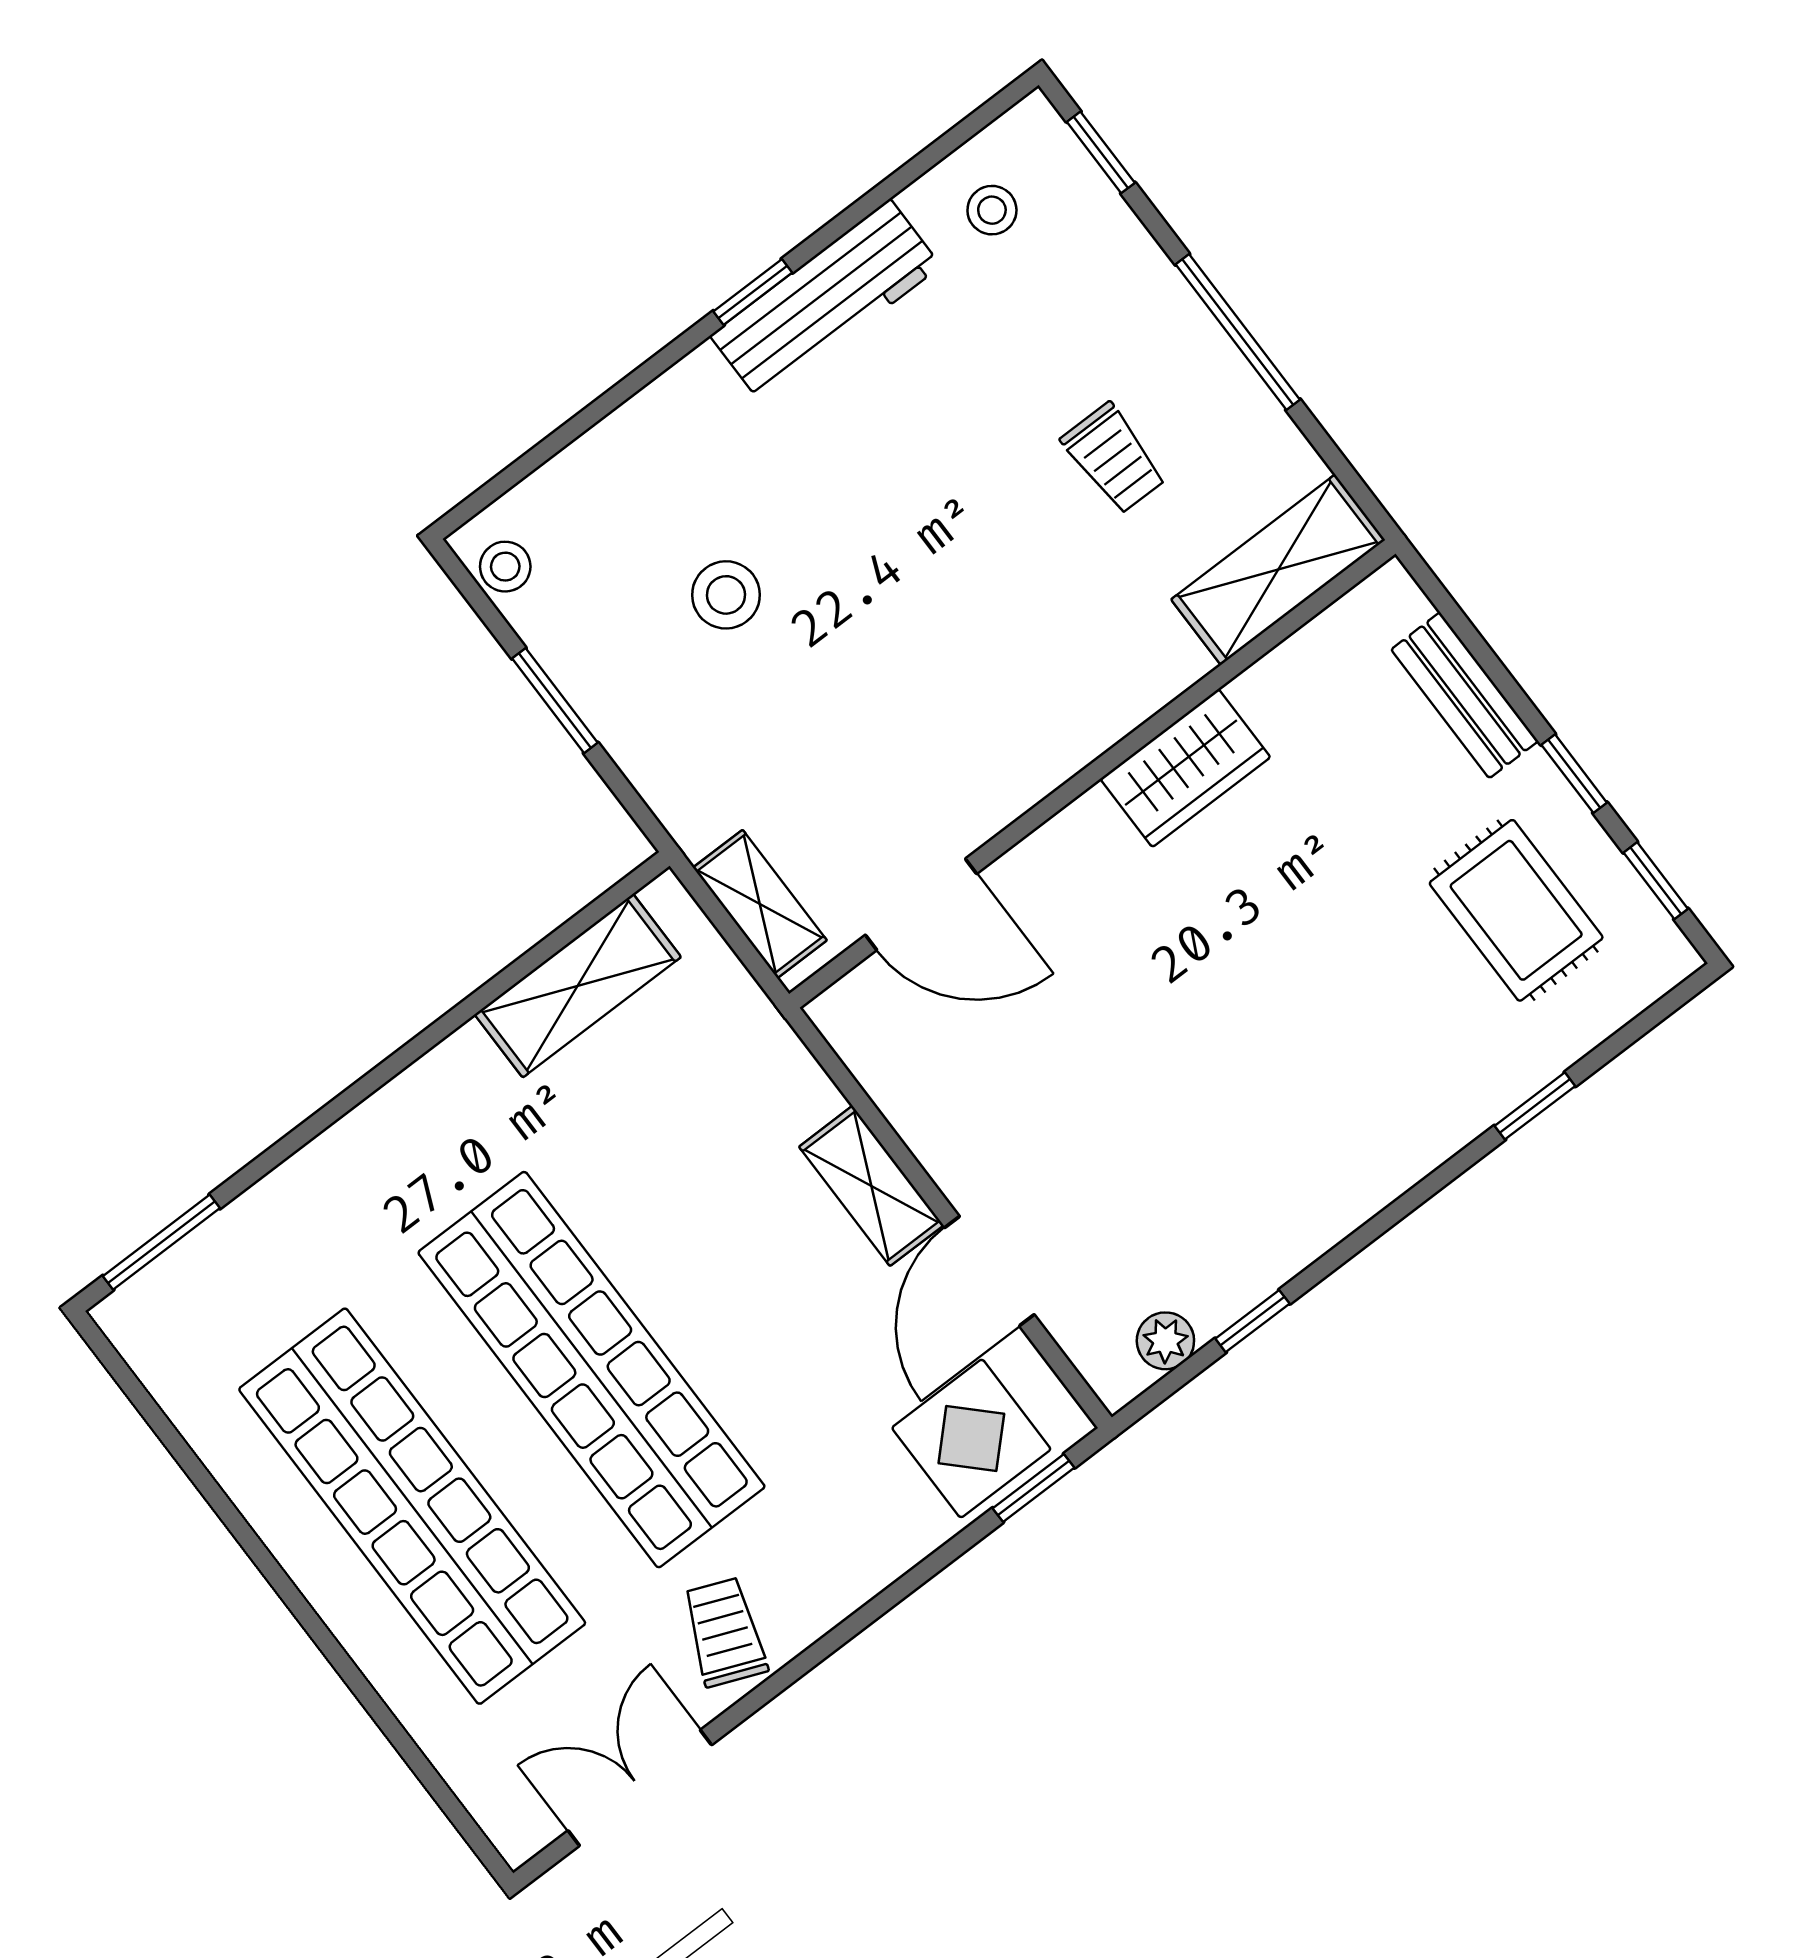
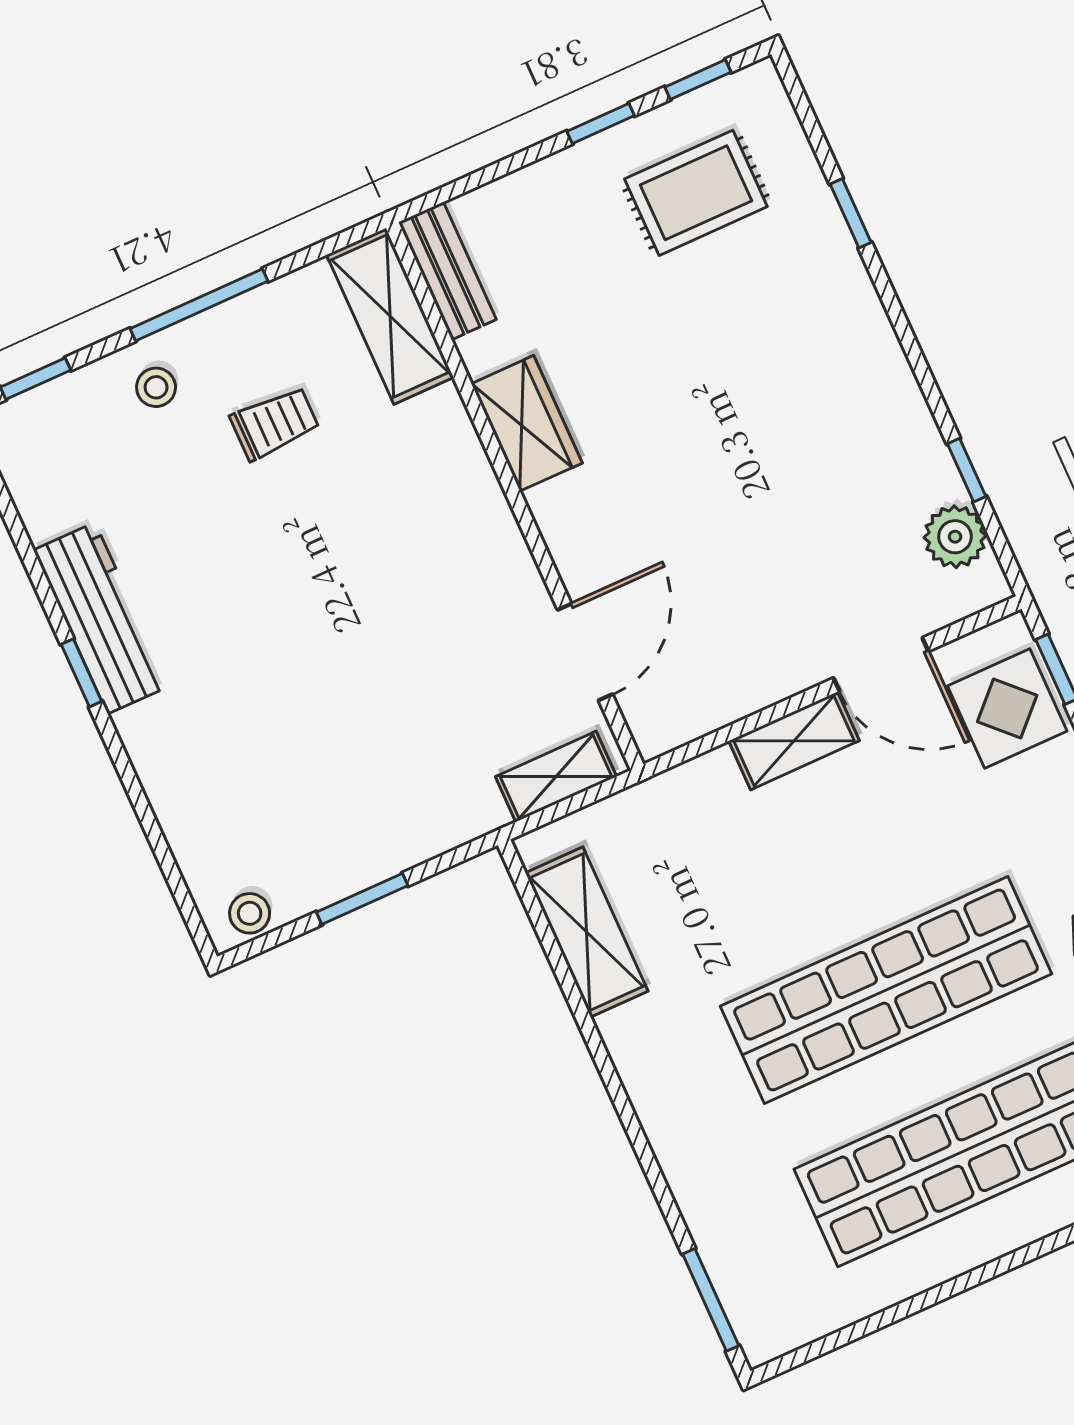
stool: (992, 210) -> (156, 387), moved
stool: (726, 595) -> (311, 748), removed
bench: (1465, 695) -> (447, 271), moved, turned 90
plant: (1165, 1341) -> (955, 537), width x1.38, depth x1.38

